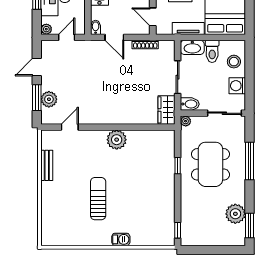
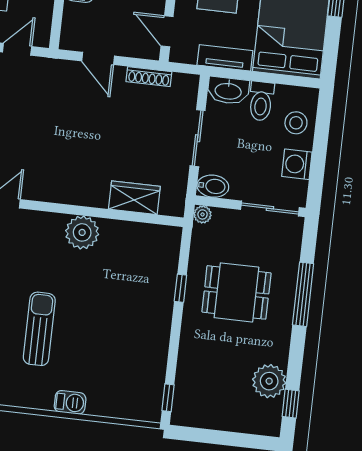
bidet: (96, 27) -> (68, 38), removed
wardrobe: (167, 110) -> (134, 198), moved, turned 90
dining table: (210, 164) -> (236, 292), width x0.73
window: (249, 225) -> (291, 404), width x0.67

